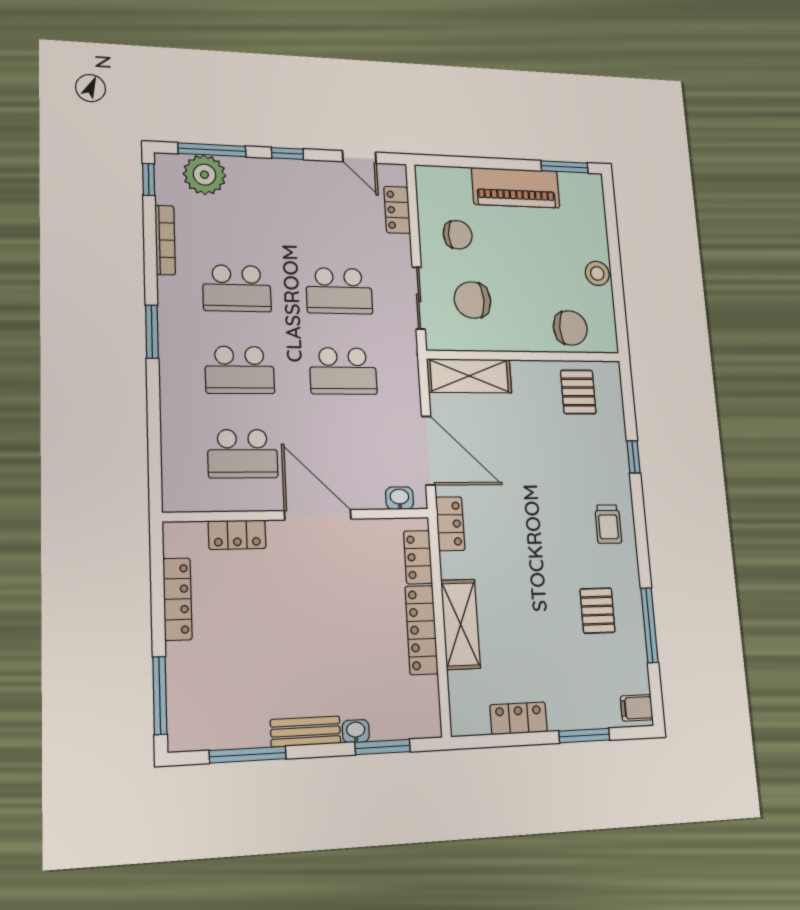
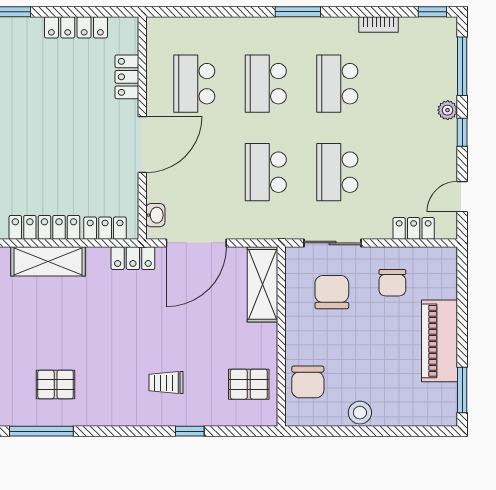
plant: (204, 175) -> (448, 110), moved, width x0.53, depth x0.53
bookcase: (165, 240) -> (379, 24), width x0.64
trolley: (608, 524) -> (166, 383), moved

